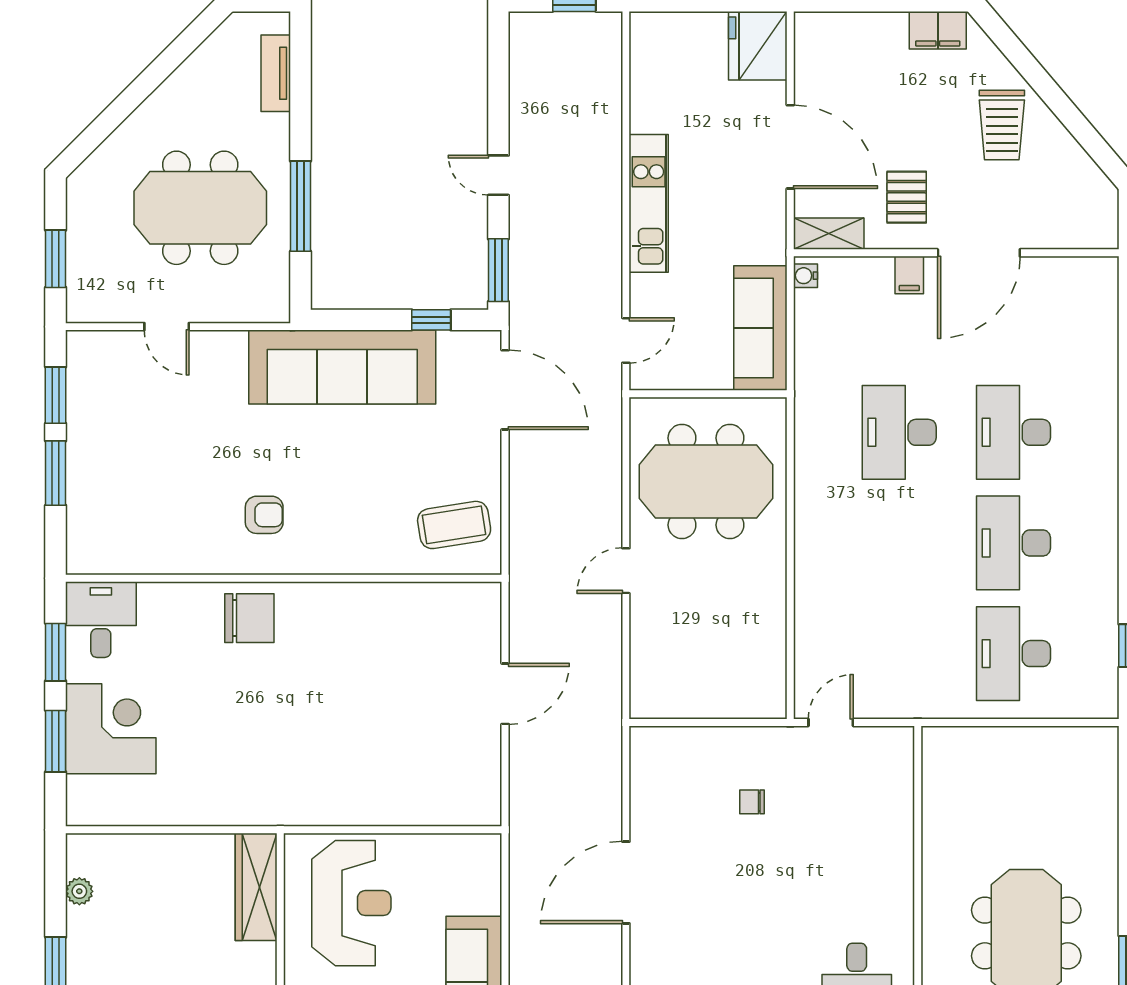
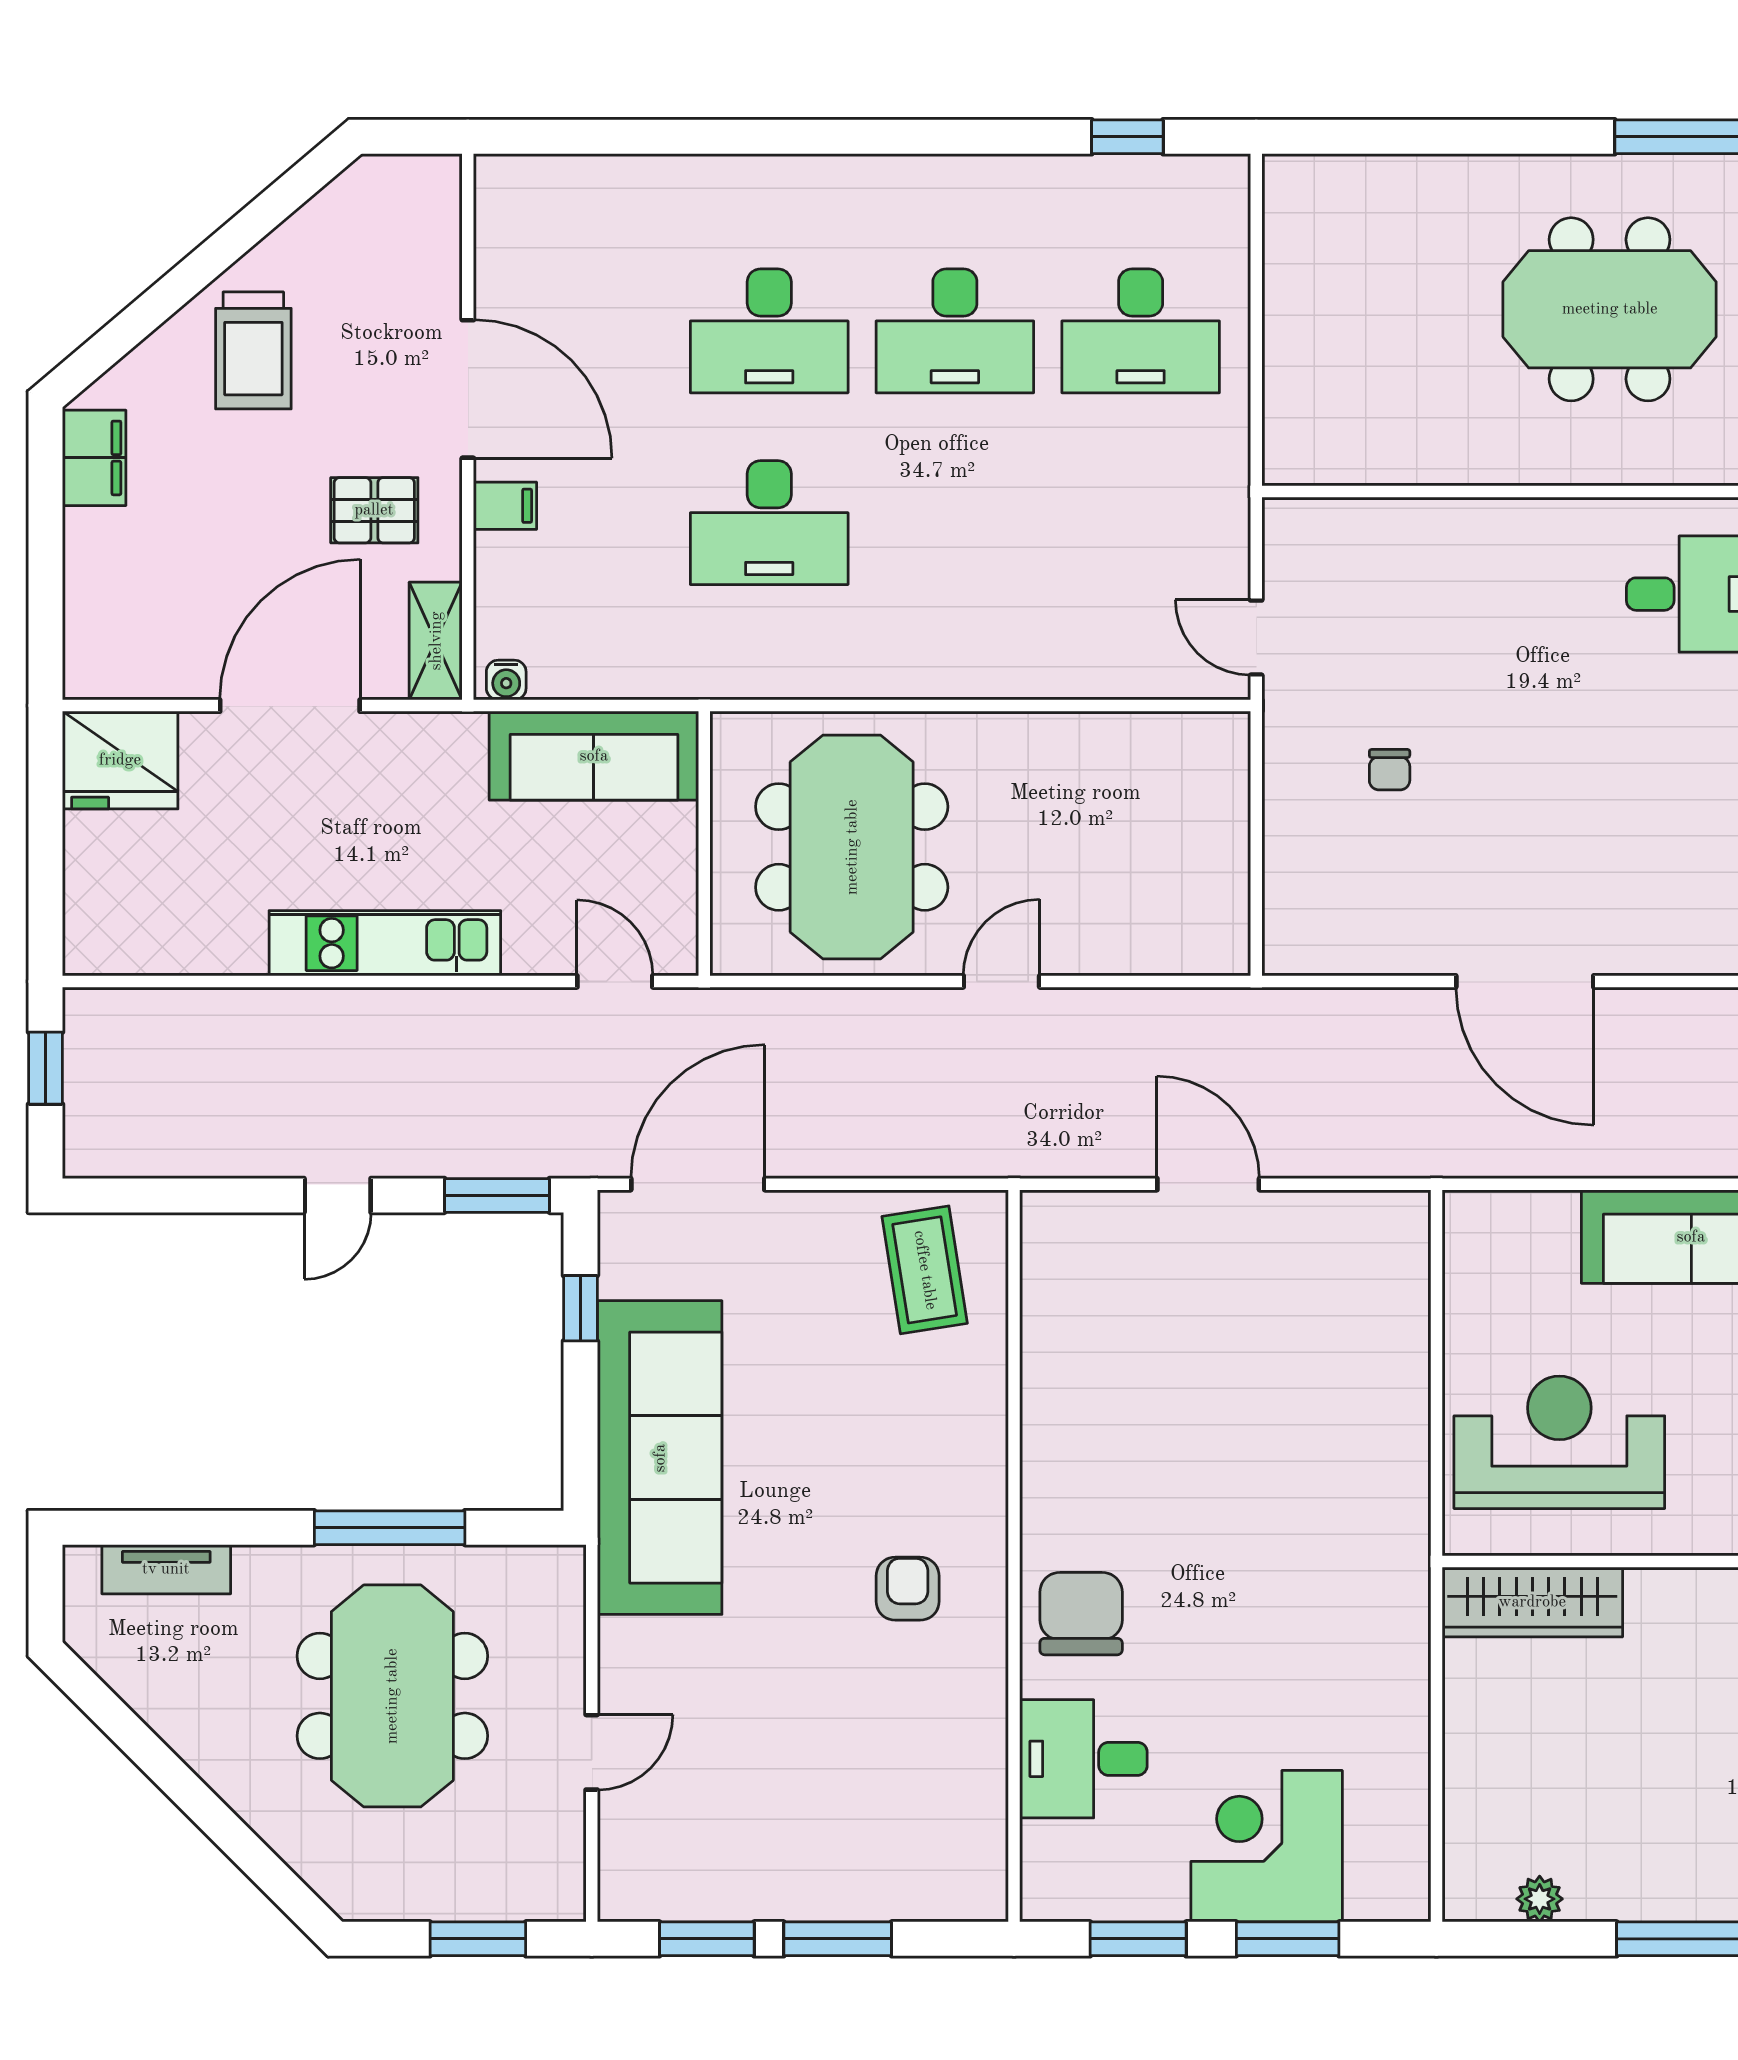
trolley: (1002, 125) -> (253, 350), turned 90
door: (626, 571) -> (1001, 981), swing flipped
desk: (101, 620) -> (1083, 1759), moved

